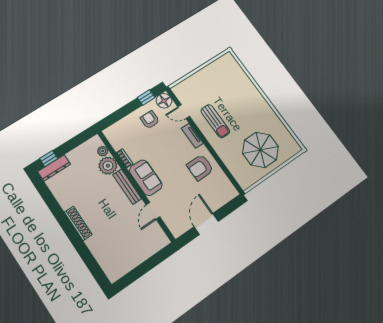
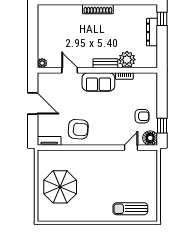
sun lounger: (215, 121) -> (130, 209), moved
tv unit: (192, 136) -> (49, 141), moved
plant: (103, 151) -> (42, 63), moved
armchair: (200, 167) -> (78, 129), turned 94
dresser: (54, 168) -> (152, 32), moved
bench: (127, 187) -> (105, 63), width x0.73

